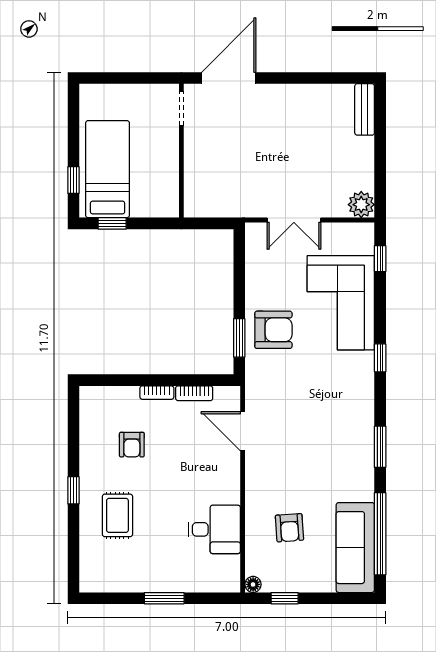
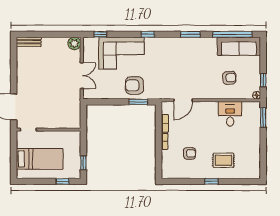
bed: (108, 169) -> (40, 159), moved, turned 180
armchair: (273, 330) -> (134, 85), turned -90
window: (164, 598) -> (263, 117), moved

